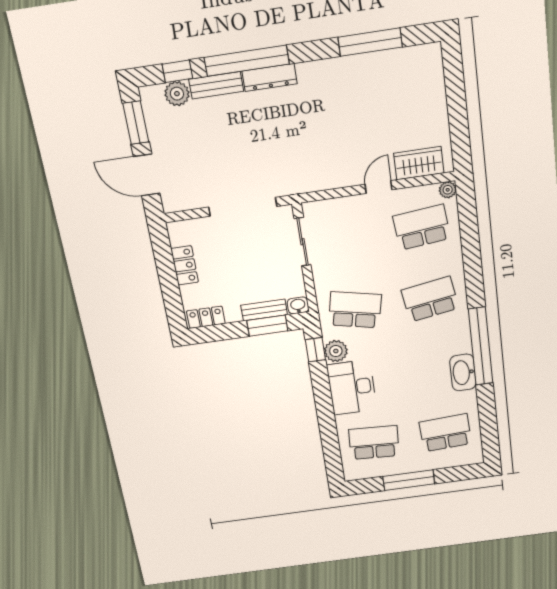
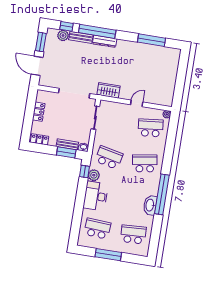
wardrobe: (419, 163) -> (108, 90), moved

